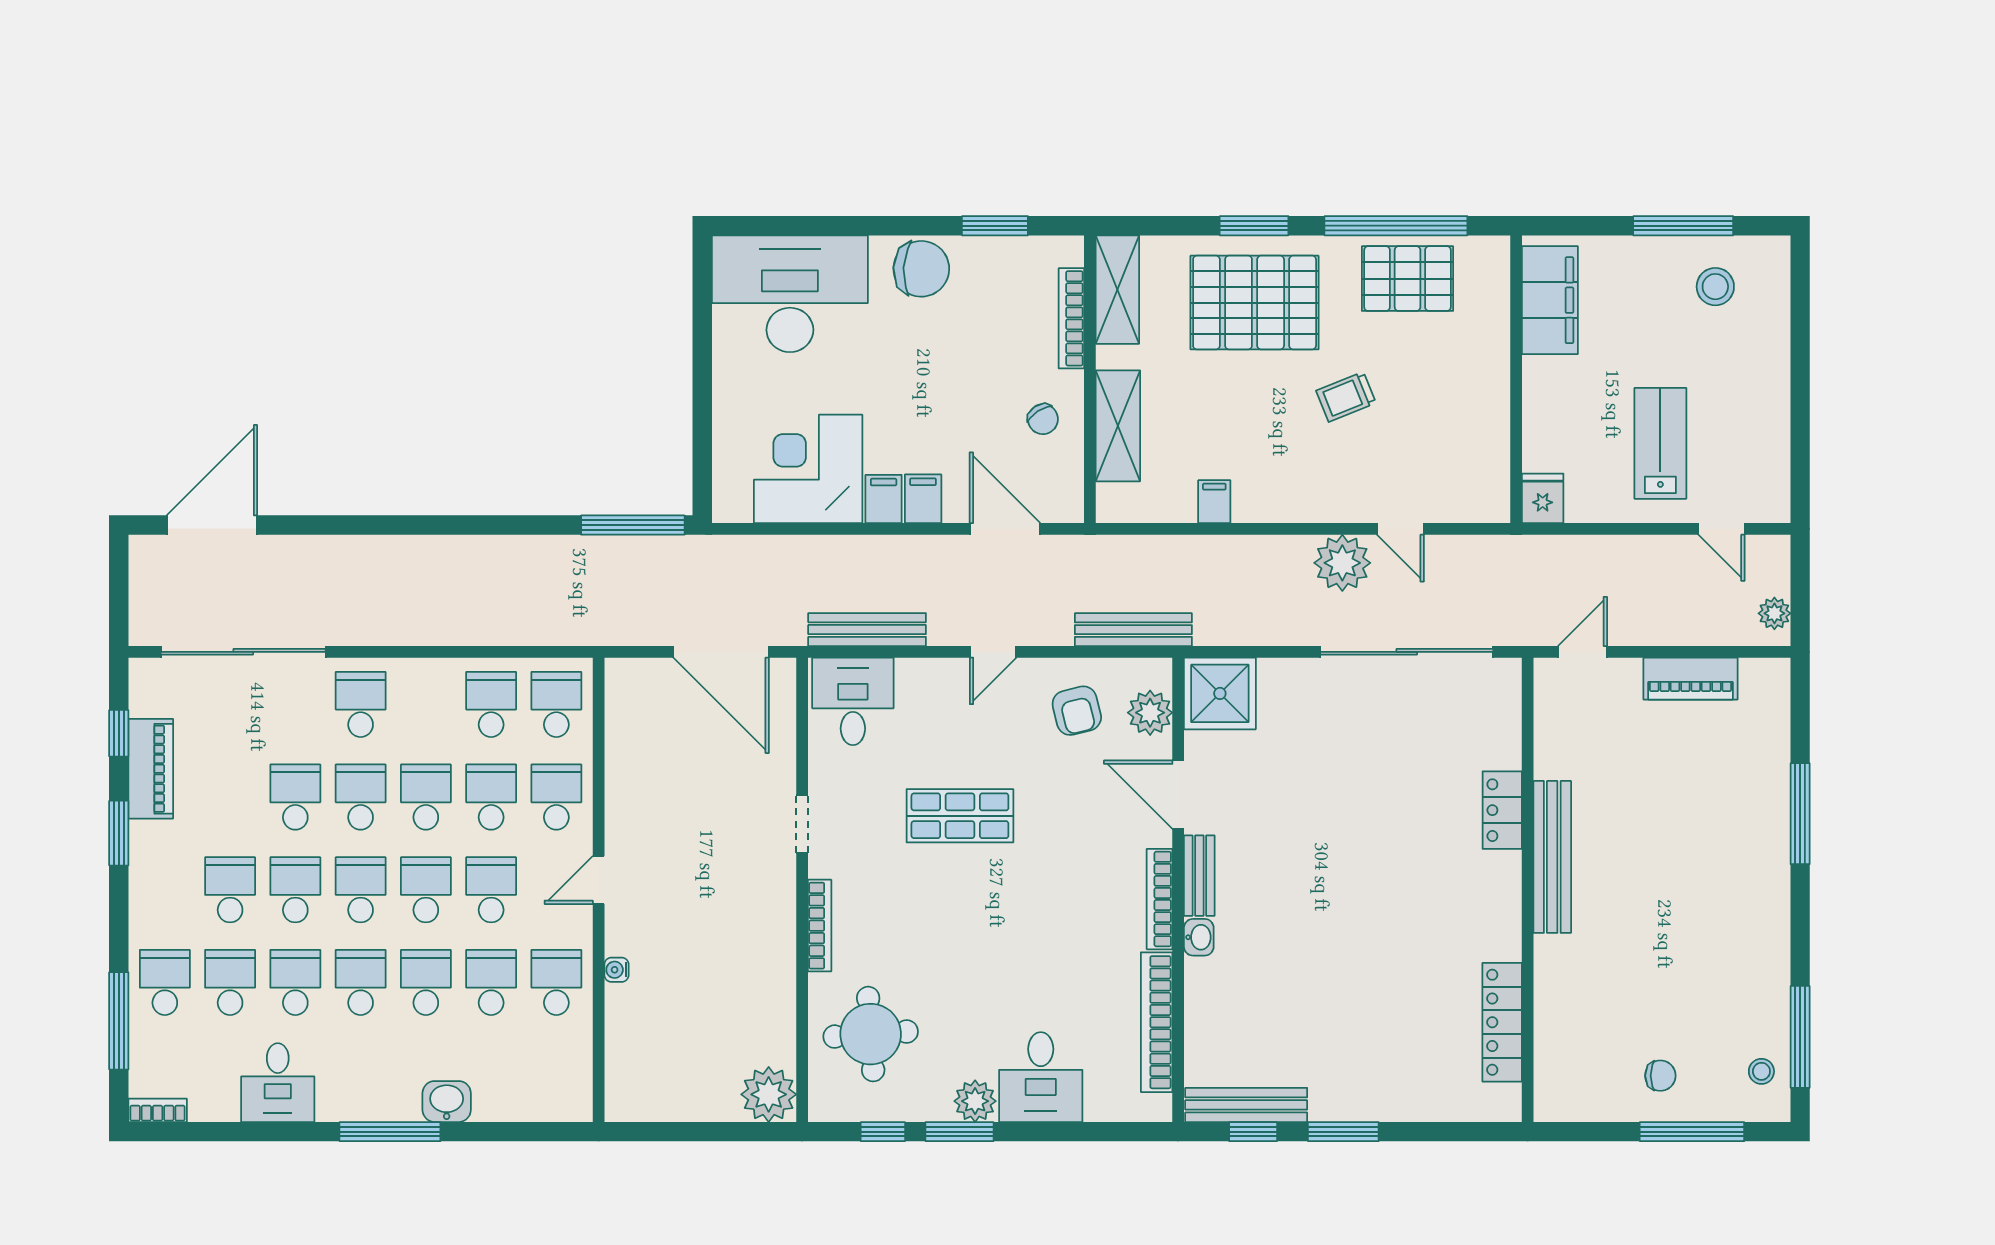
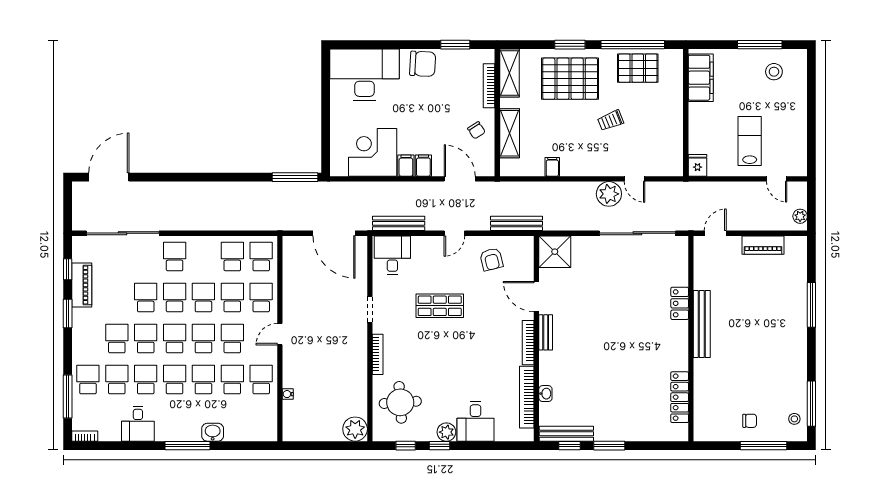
plant: (1150, 713) -> (524, 260), removed
washbasin: (1199, 937) -> (545, 394), moved
water cooler: (617, 970) -> (288, 394), moved
window: (959, 1132) -> (440, 446), width x0.67

